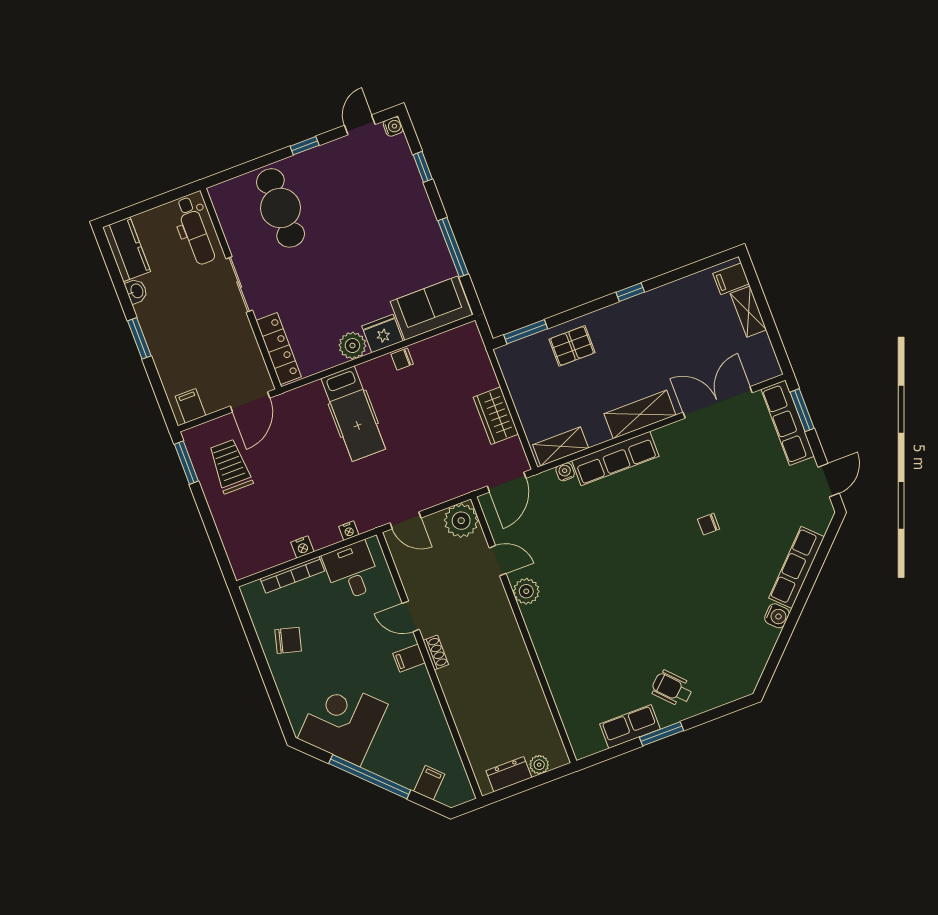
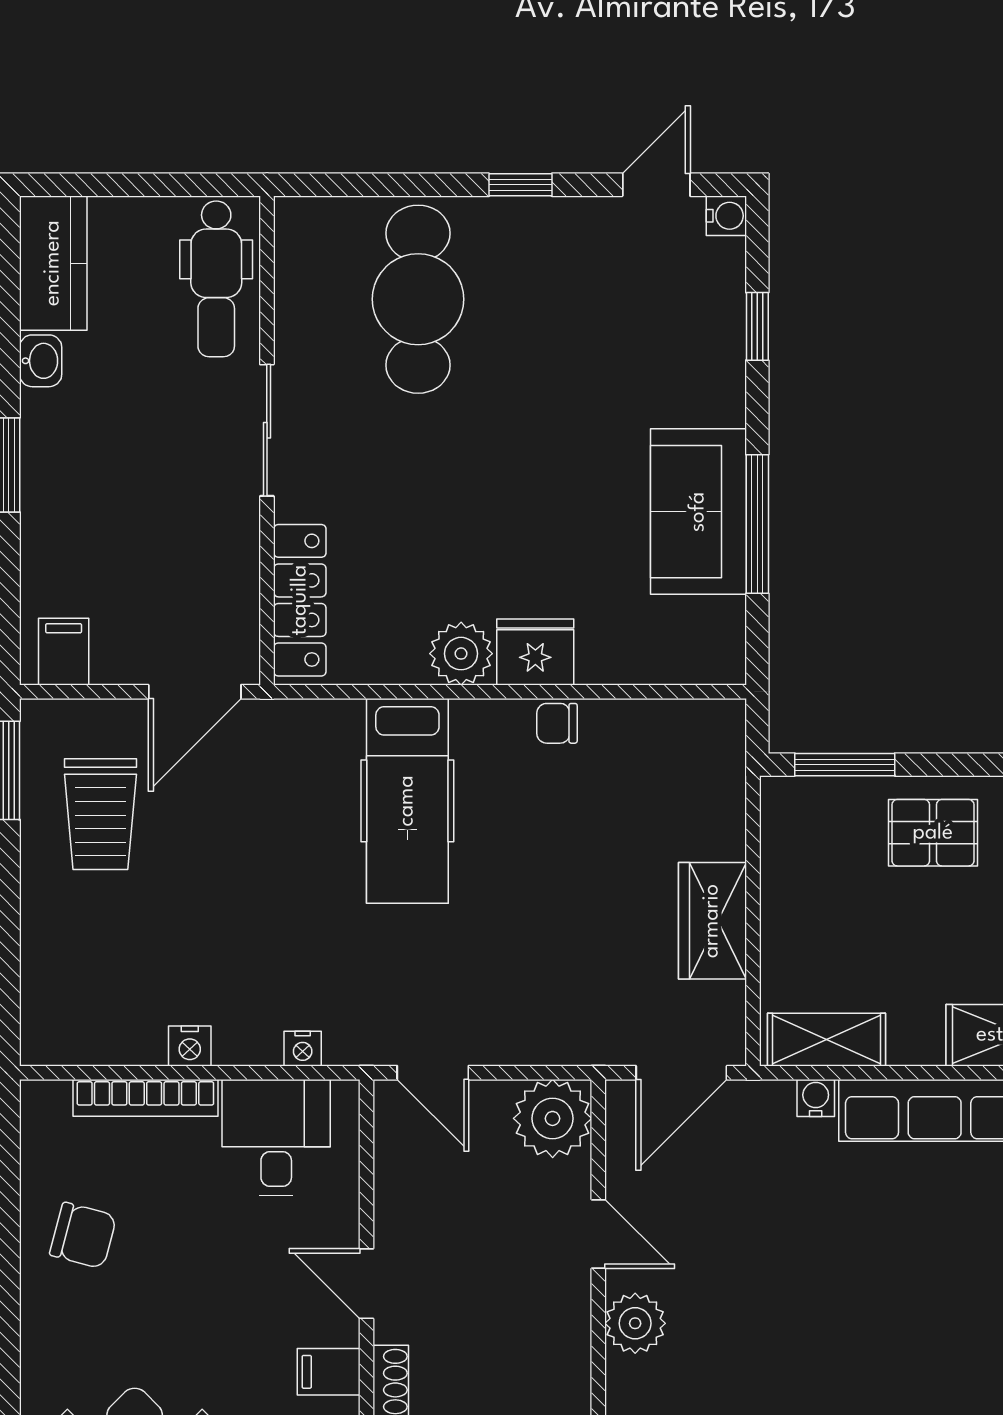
sofa: (431, 308) -> (698, 512), moved, turned -90
trolley: (230, 466) -> (100, 814), turned 180

